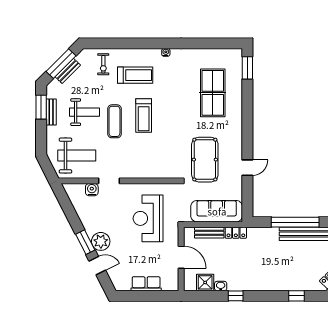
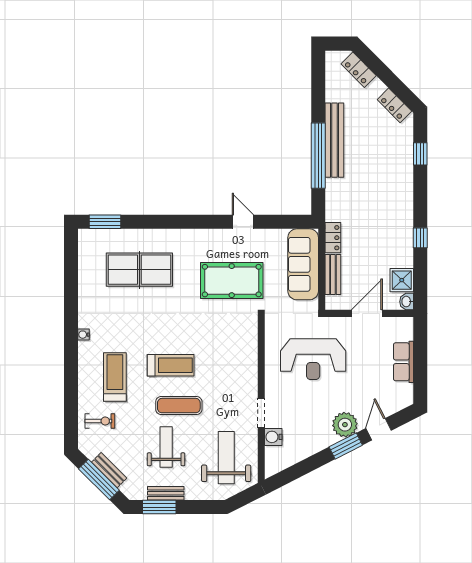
washbasin: (221, 286) -> (407, 302), moved

